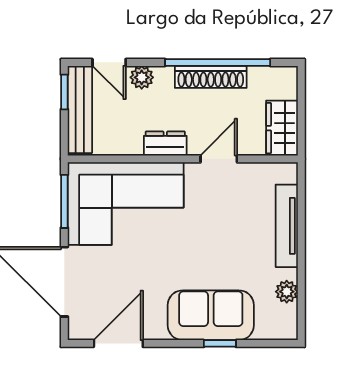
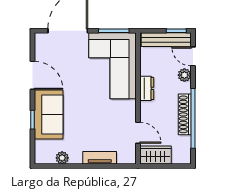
door: (109, 62) -> (193, 56), hinge flipped
door: (219, 159) -> (138, 133), moved
tv unit: (287, 226) -> (100, 158), width x0.71
door: (118, 343) -> (33, 75), moved

